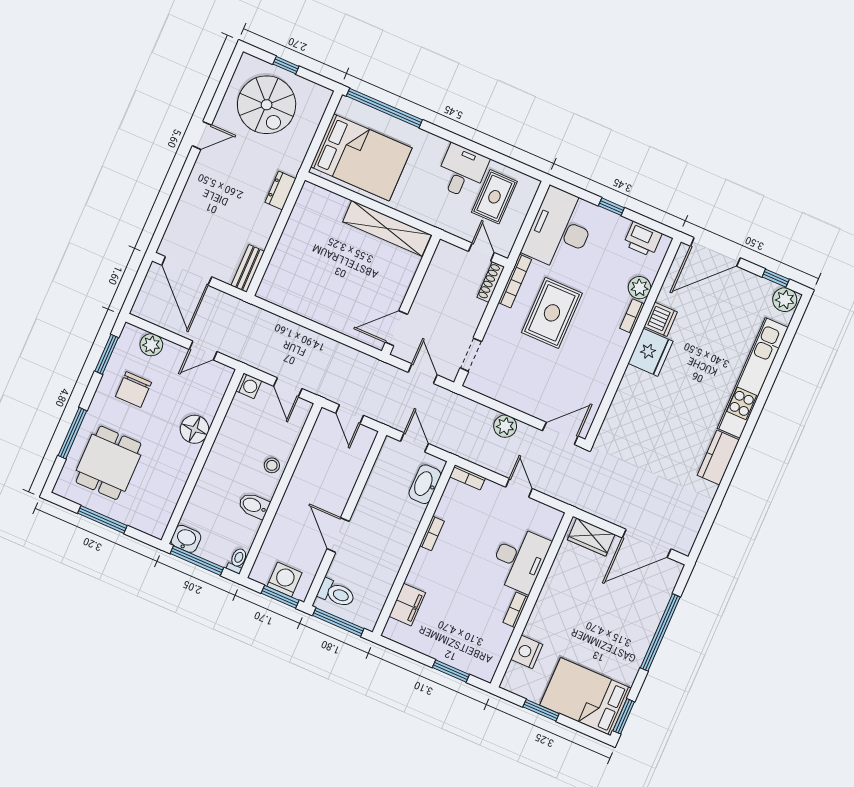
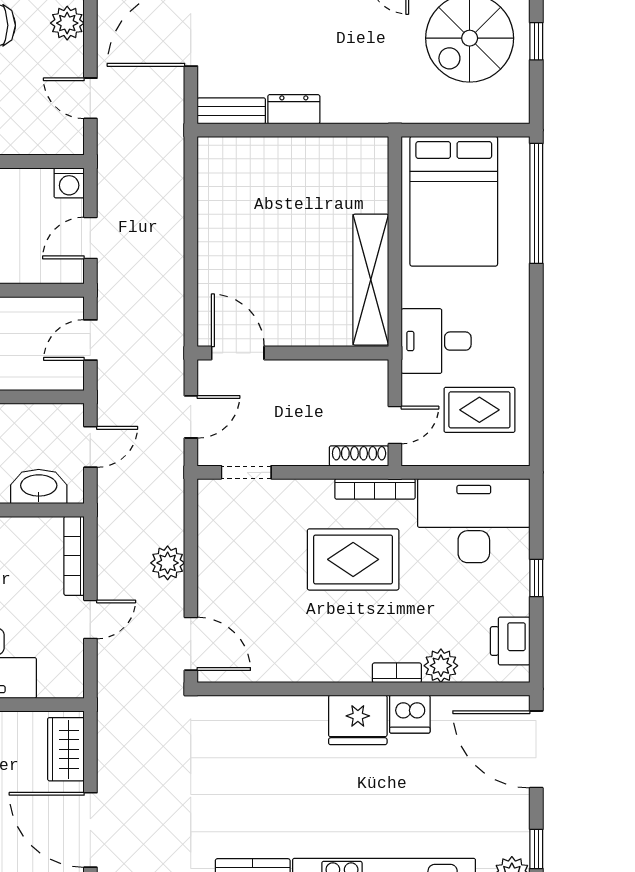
desk: (462, 171) -> (436, 341), moved, turned 180
dresser: (281, 190) -> (294, 109), moved
bookcase: (467, 477) -> (74, 556), width x1.56

